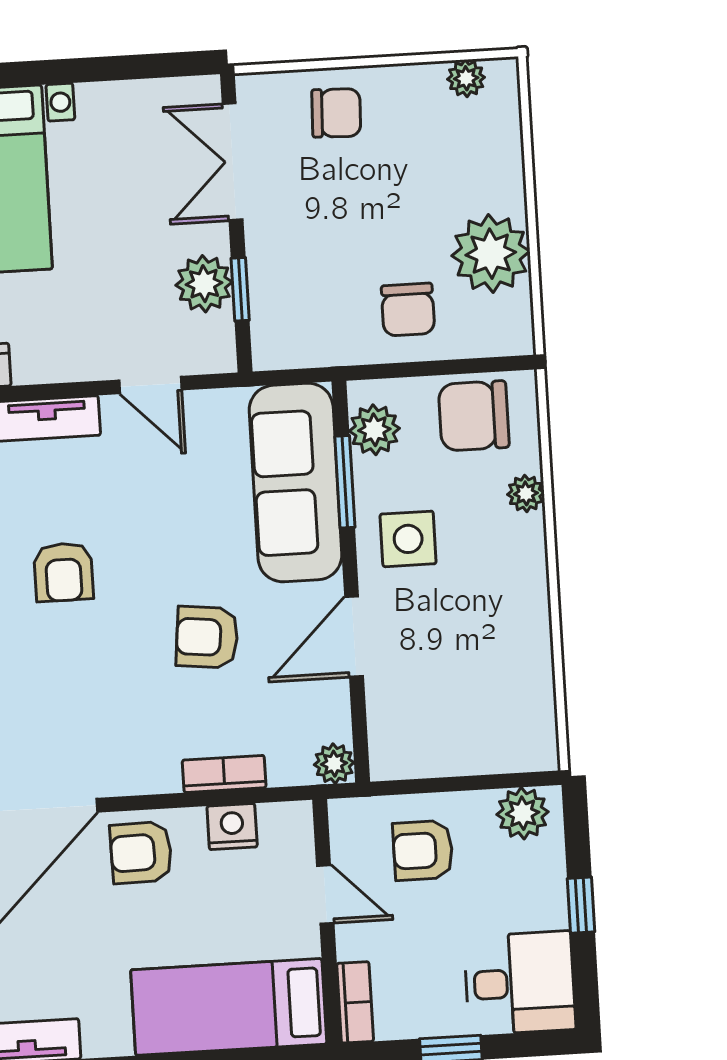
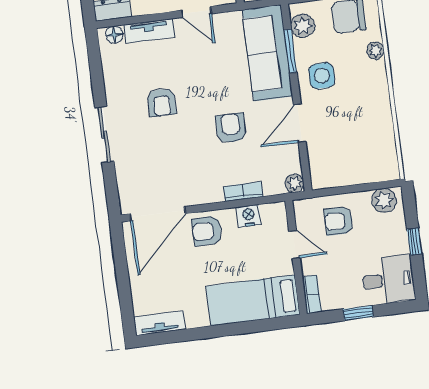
armchair: (207, 637) -> (231, 128), turned 84

